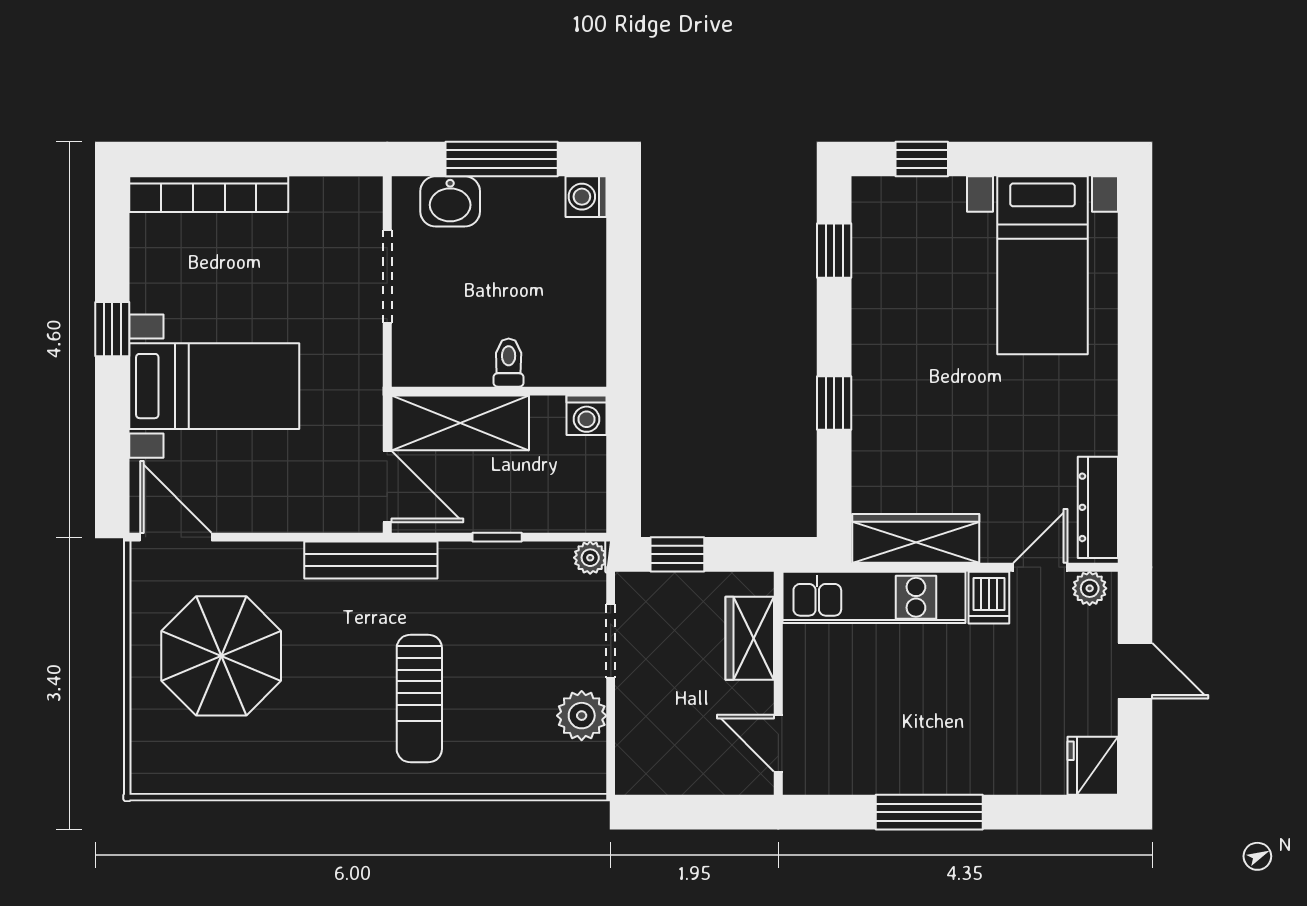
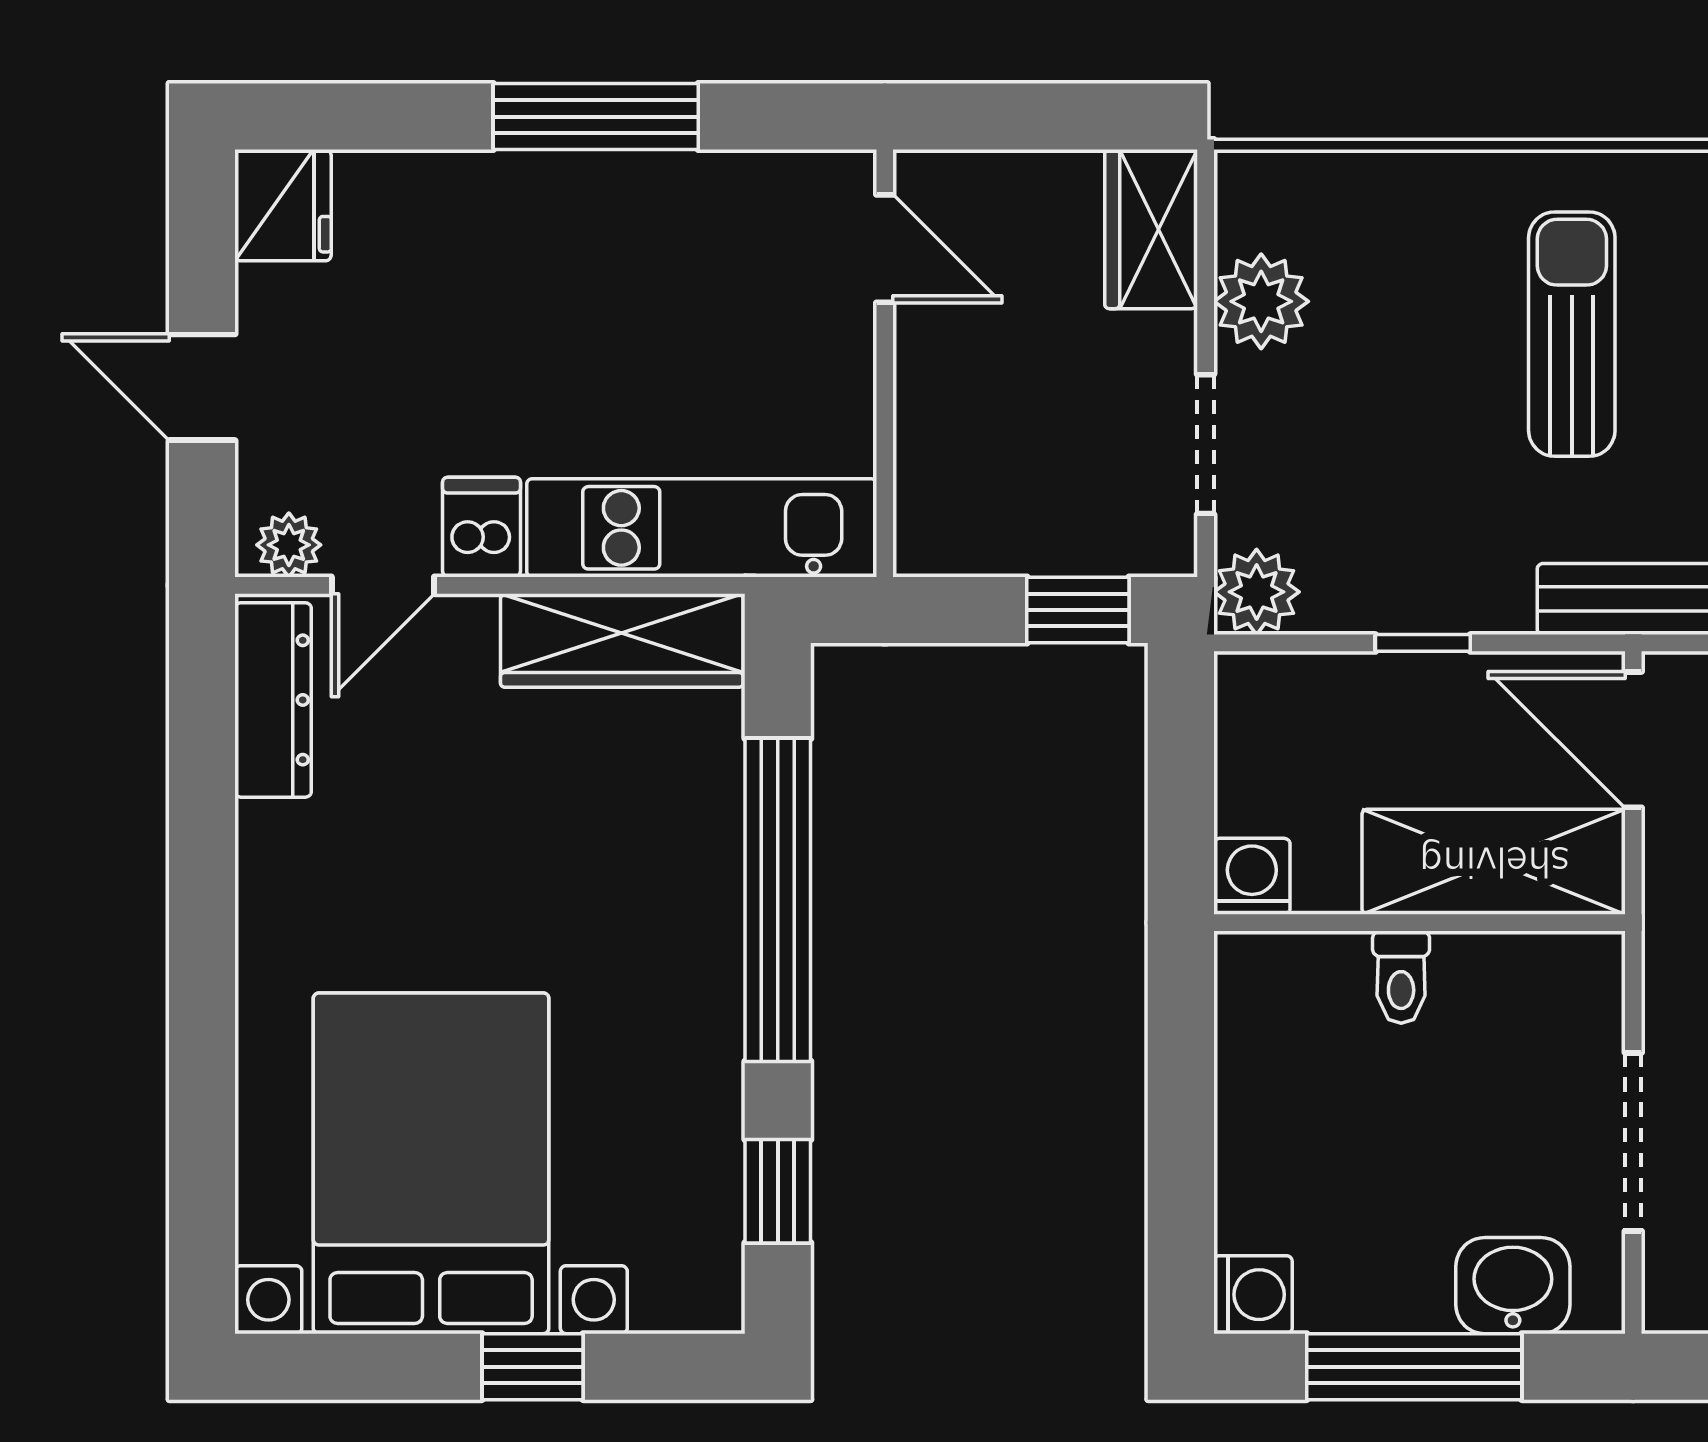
window: (922, 159) -> (533, 1367), moved
bed with nightstands: (1043, 265) -> (431, 1163), width x1.36
window: (834, 403) -> (778, 900), width x3.17
plant: (590, 558) -> (1257, 592), width x1.38, depth x1.38
wardrobe: (750, 638) -> (1151, 229), moved, turned 180

